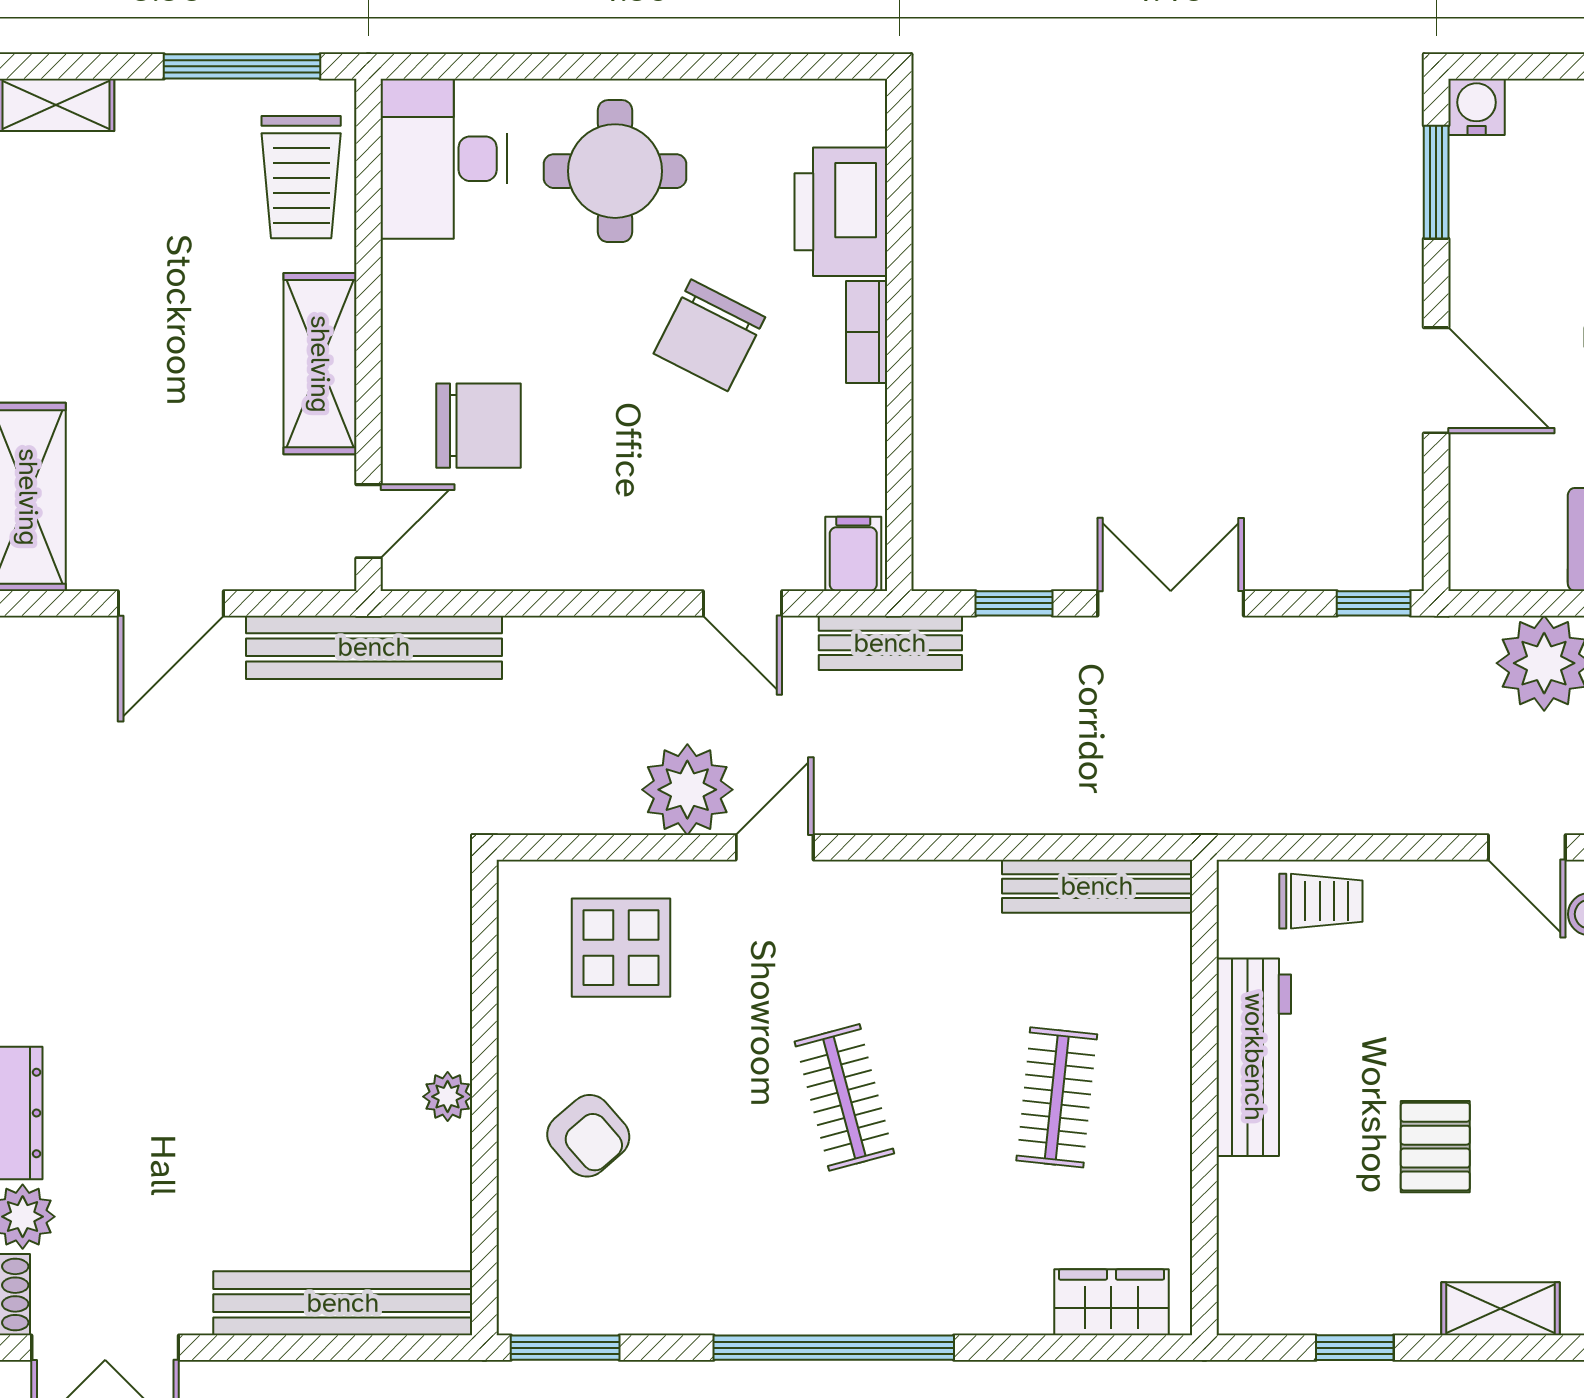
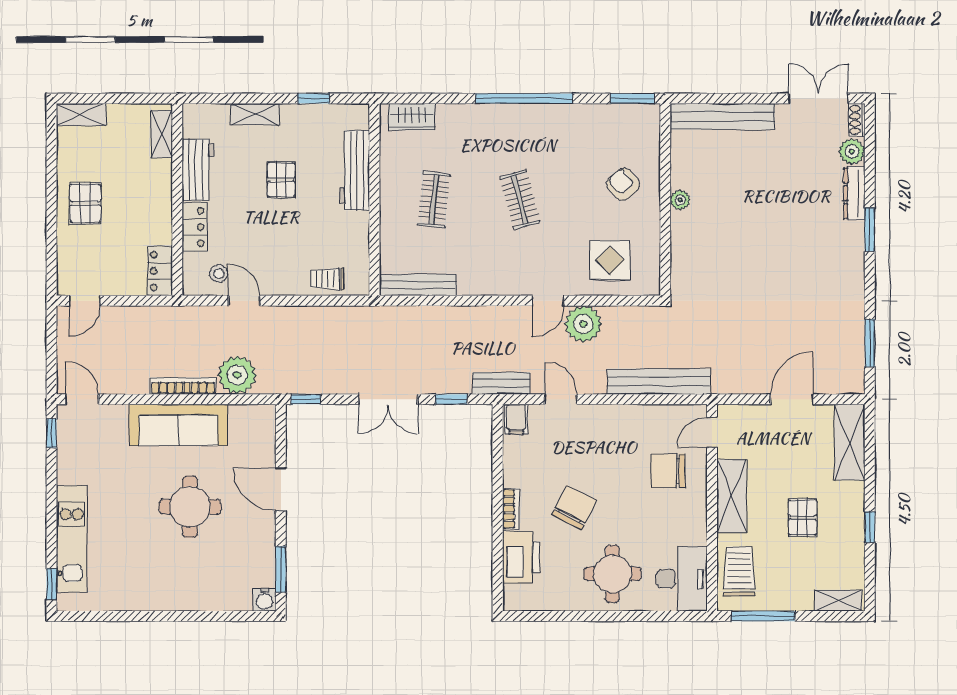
pallet: (144, 311) -> (803, 517), added
bench: (374, 647) -> (659, 381), moved
workbench: (1254, 1057) -> (354, 170), moved

